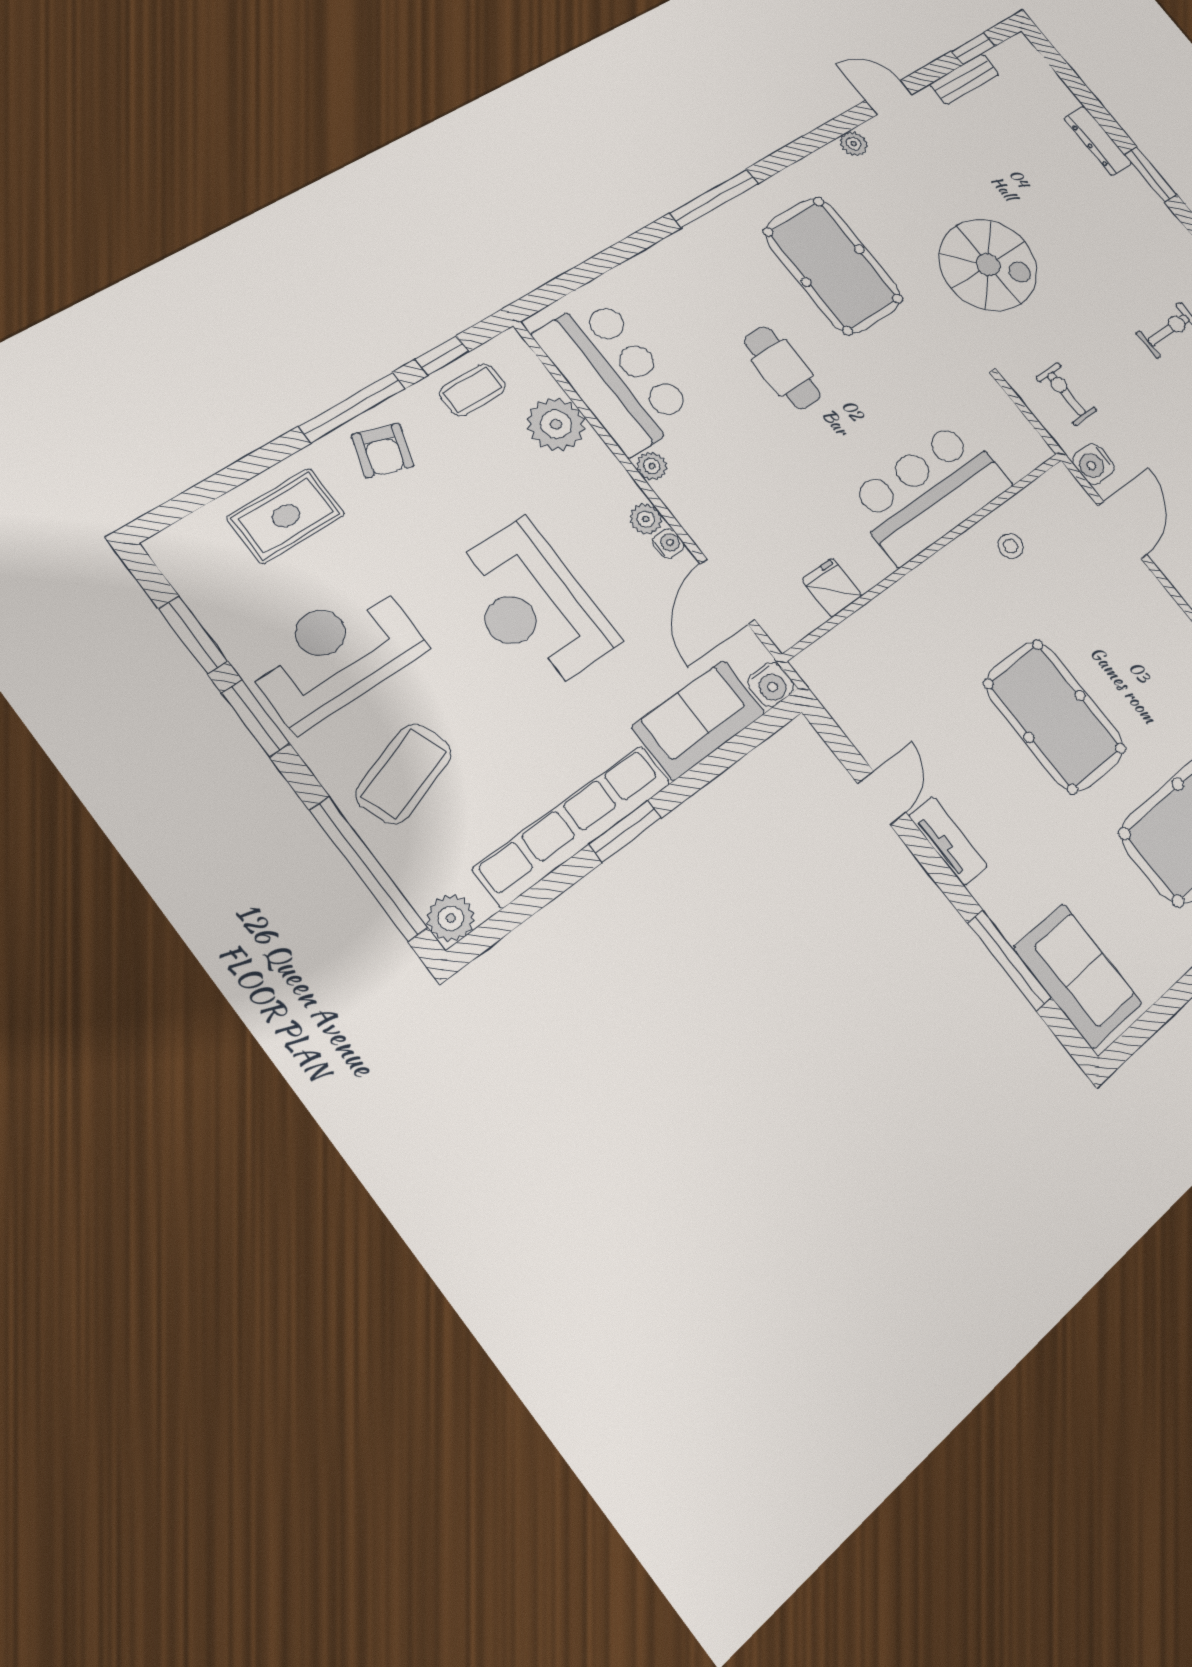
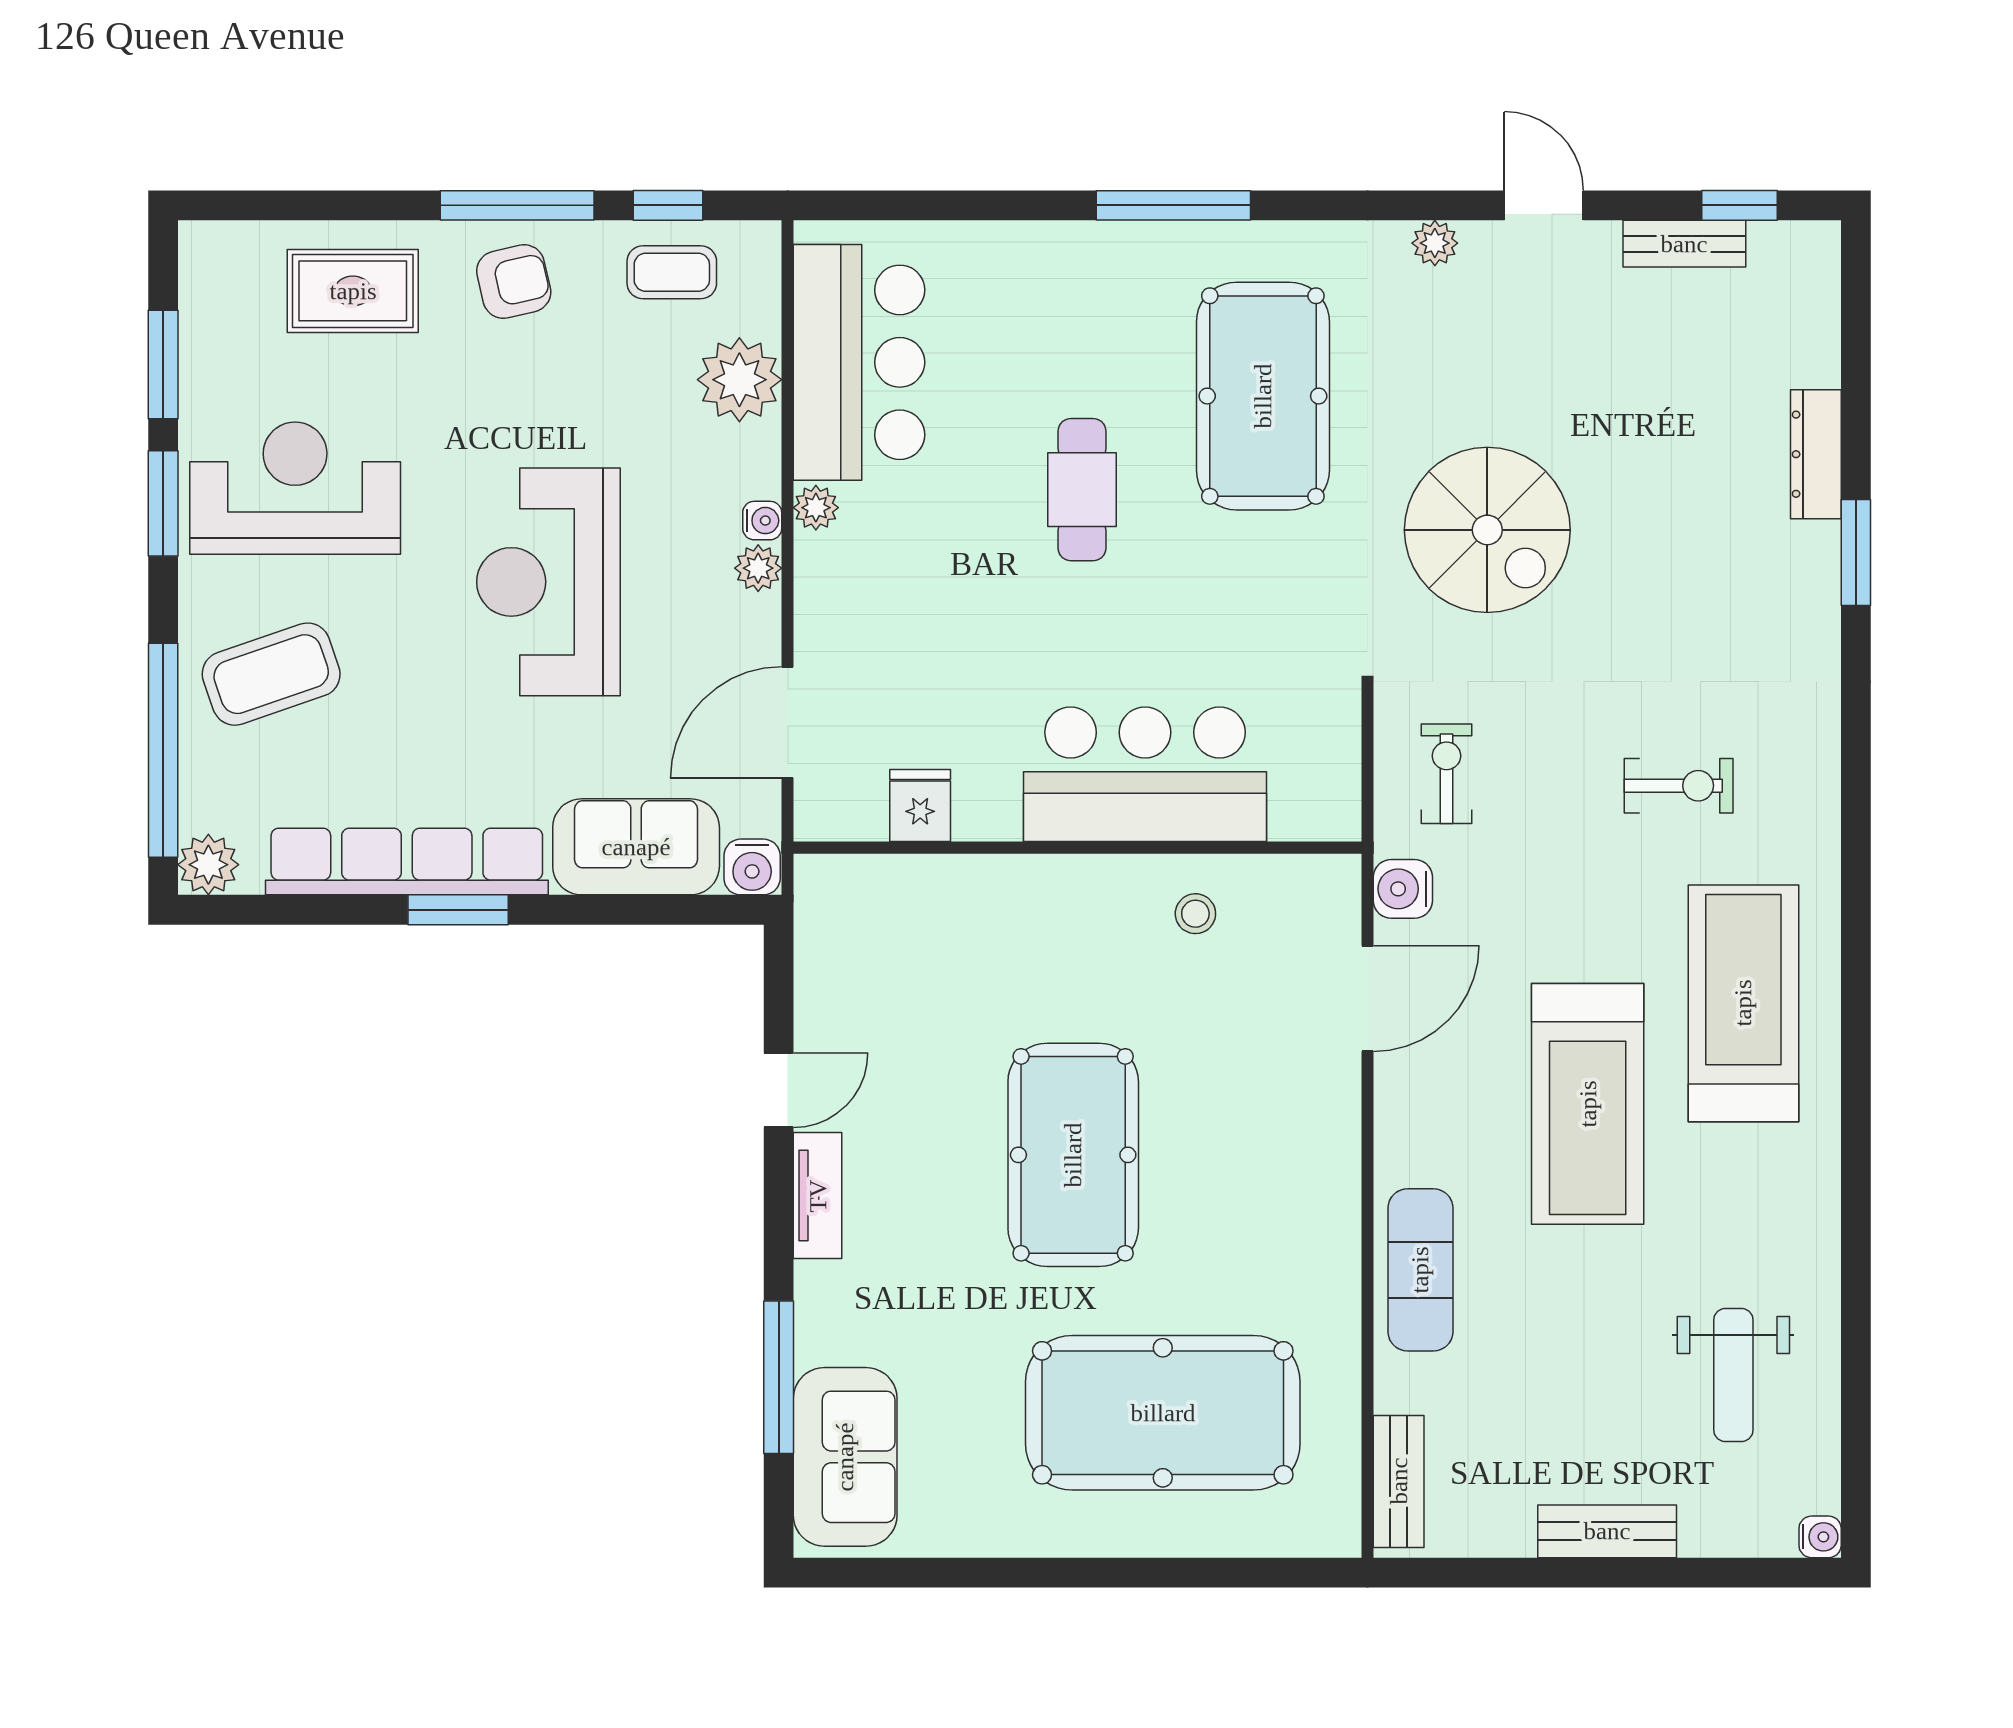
armchair: (383, 451) -> (514, 282), turned -121
water cooler: (668, 543) -> (762, 521), moved

